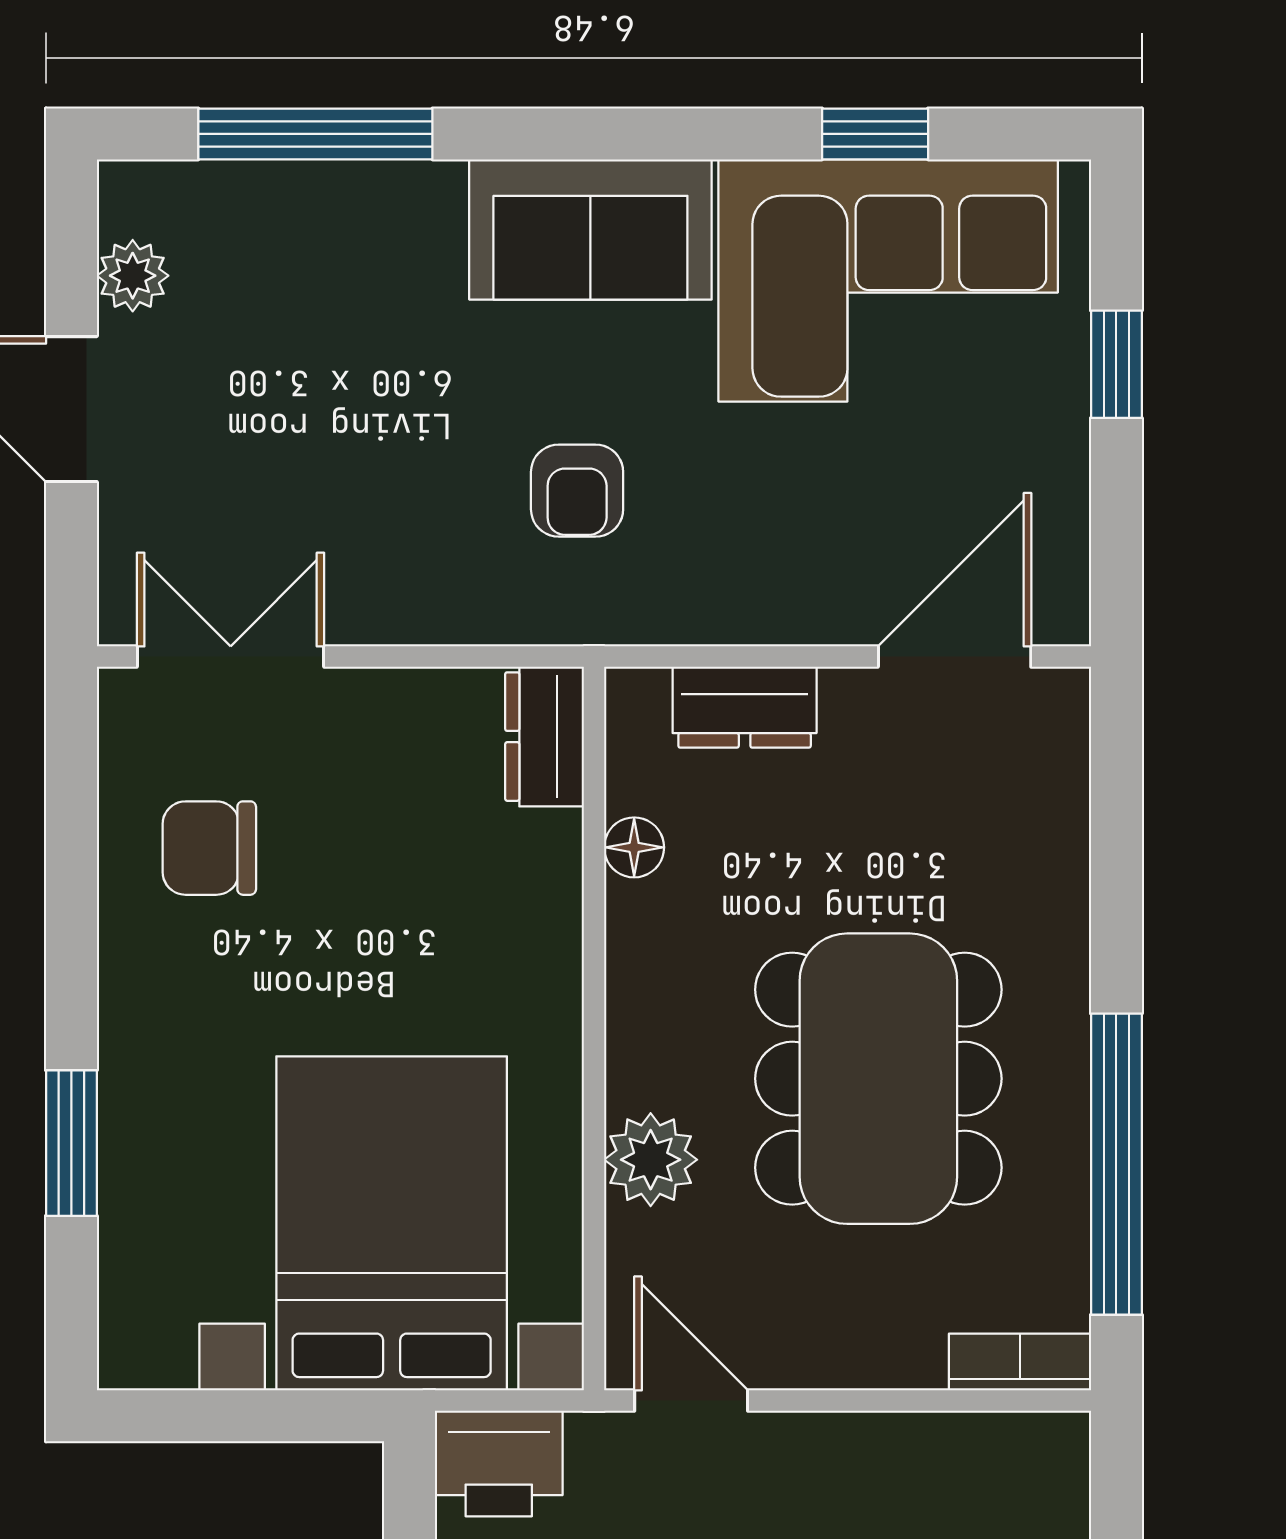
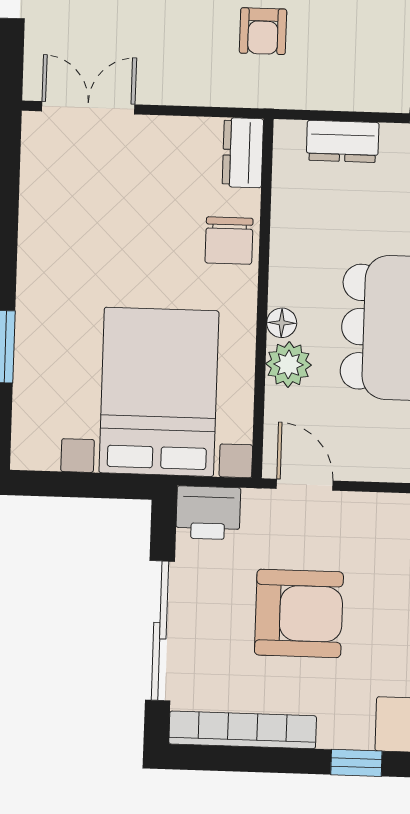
floor lamp: (634, 847) -> (282, 323), moved
chair: (209, 848) -> (229, 241), moved, turned -90

